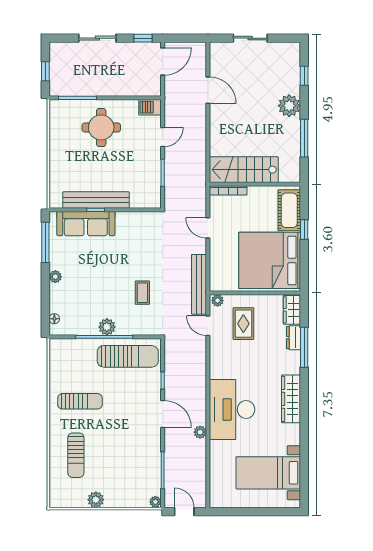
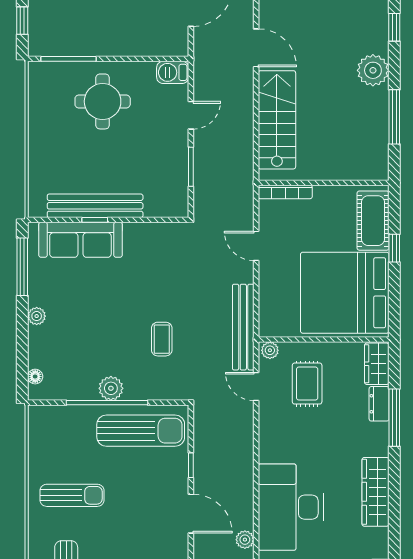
stairs: (244, 170) -> (277, 120), moved, turned 90

